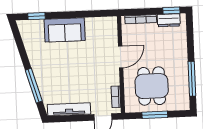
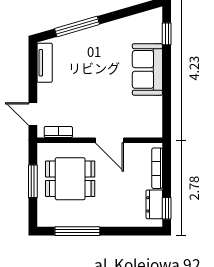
tv unit: (69, 109) -> (45, 63), width x0.71

